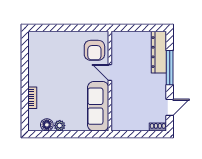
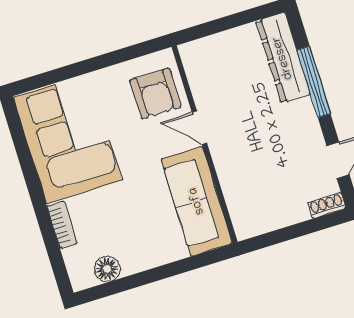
corner sofa: (47, 59) -> (68, 139), added
plant: (60, 126) -> (133, 263), removed

